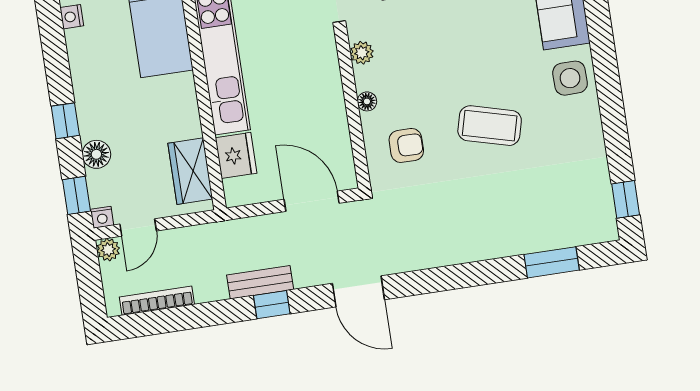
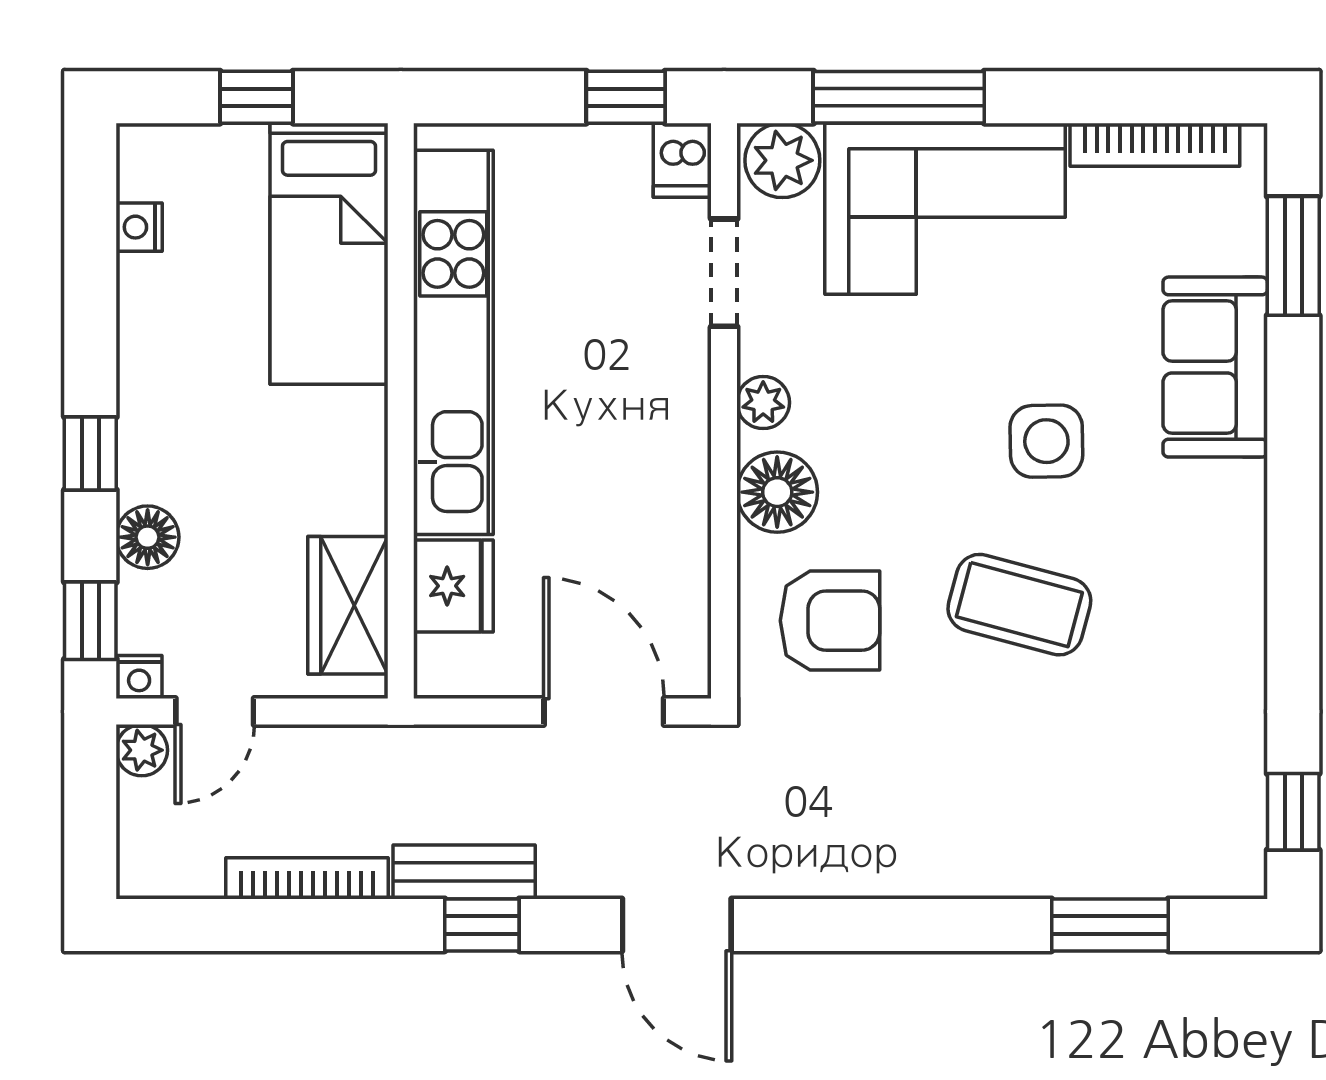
side table: (570, 78) -> (1046, 441), moved
floor lamp: (367, 101) -> (777, 492), width x1.89, depth x1.89
armchair: (406, 145) -> (830, 621), width x1.38, depth x1.38
bookcase: (157, 301) -> (307, 878), moved

